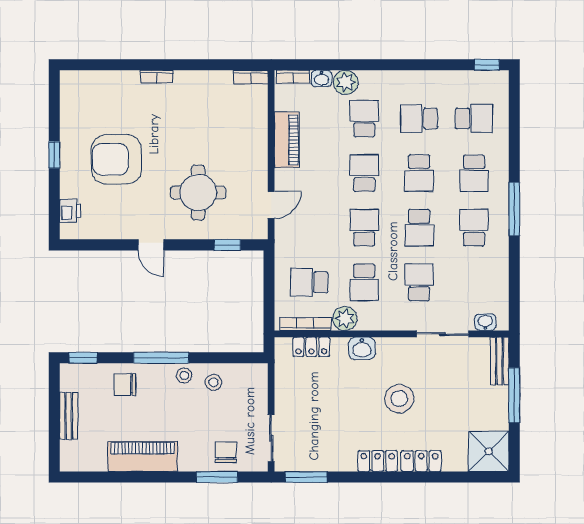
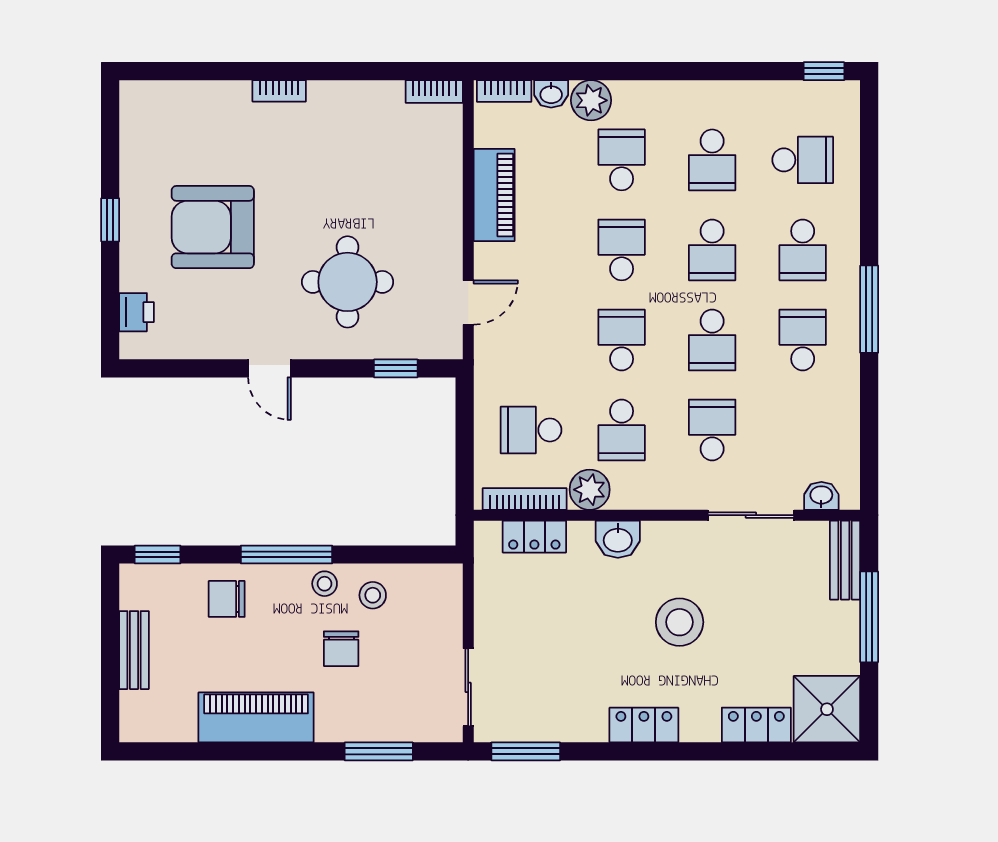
school desk: (419, 119) -> (712, 160), turned -90
chair: (226, 452) -> (341, 649), moved, turned 180
locker: (421, 461) -> (756, 725), moved

